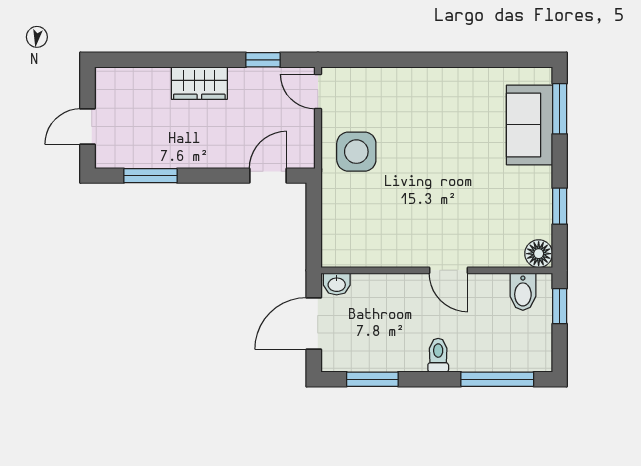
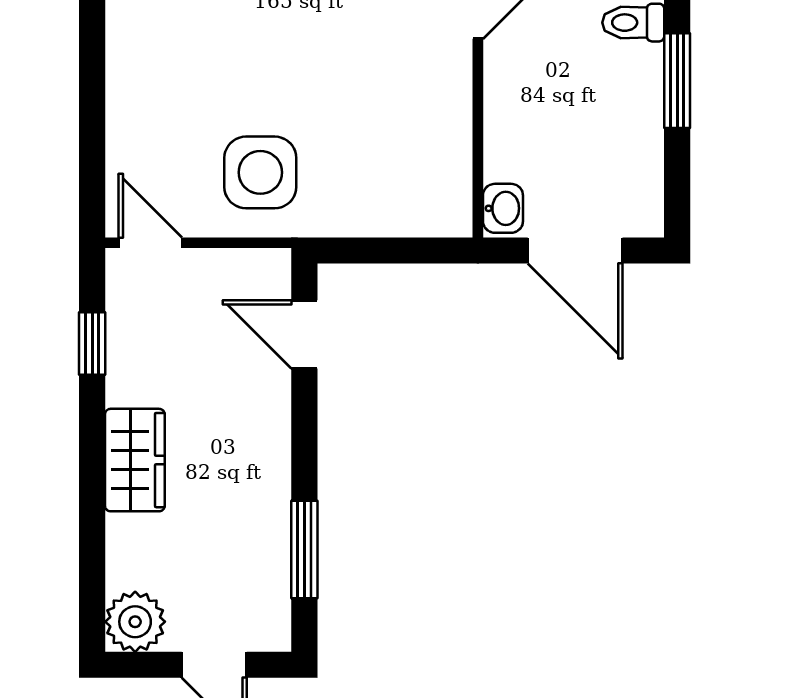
plant: (111, 83) -> (135, 622), added
door: (318, 92) -> (150, 243), swing flipped
window: (372, 379) -> (677, 81), moved

